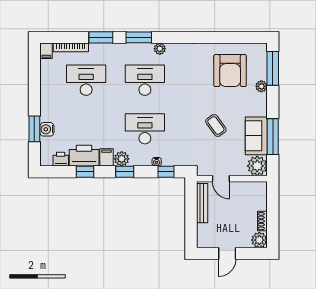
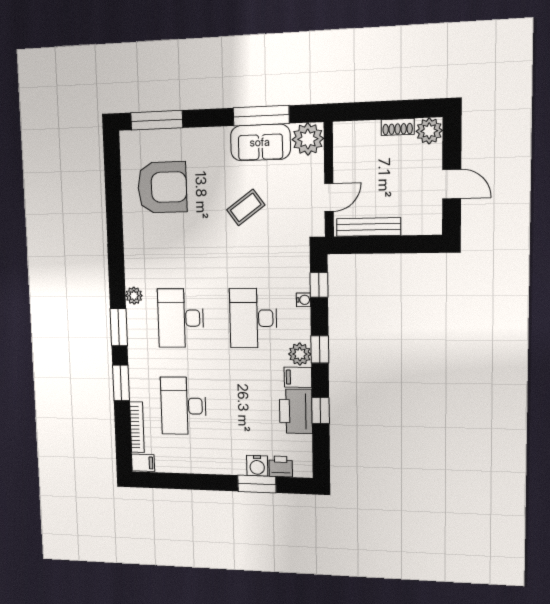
plant: (261, 86) -> (184, 137), removed
printer: (61, 159) -> (281, 466), moved, turned 90

